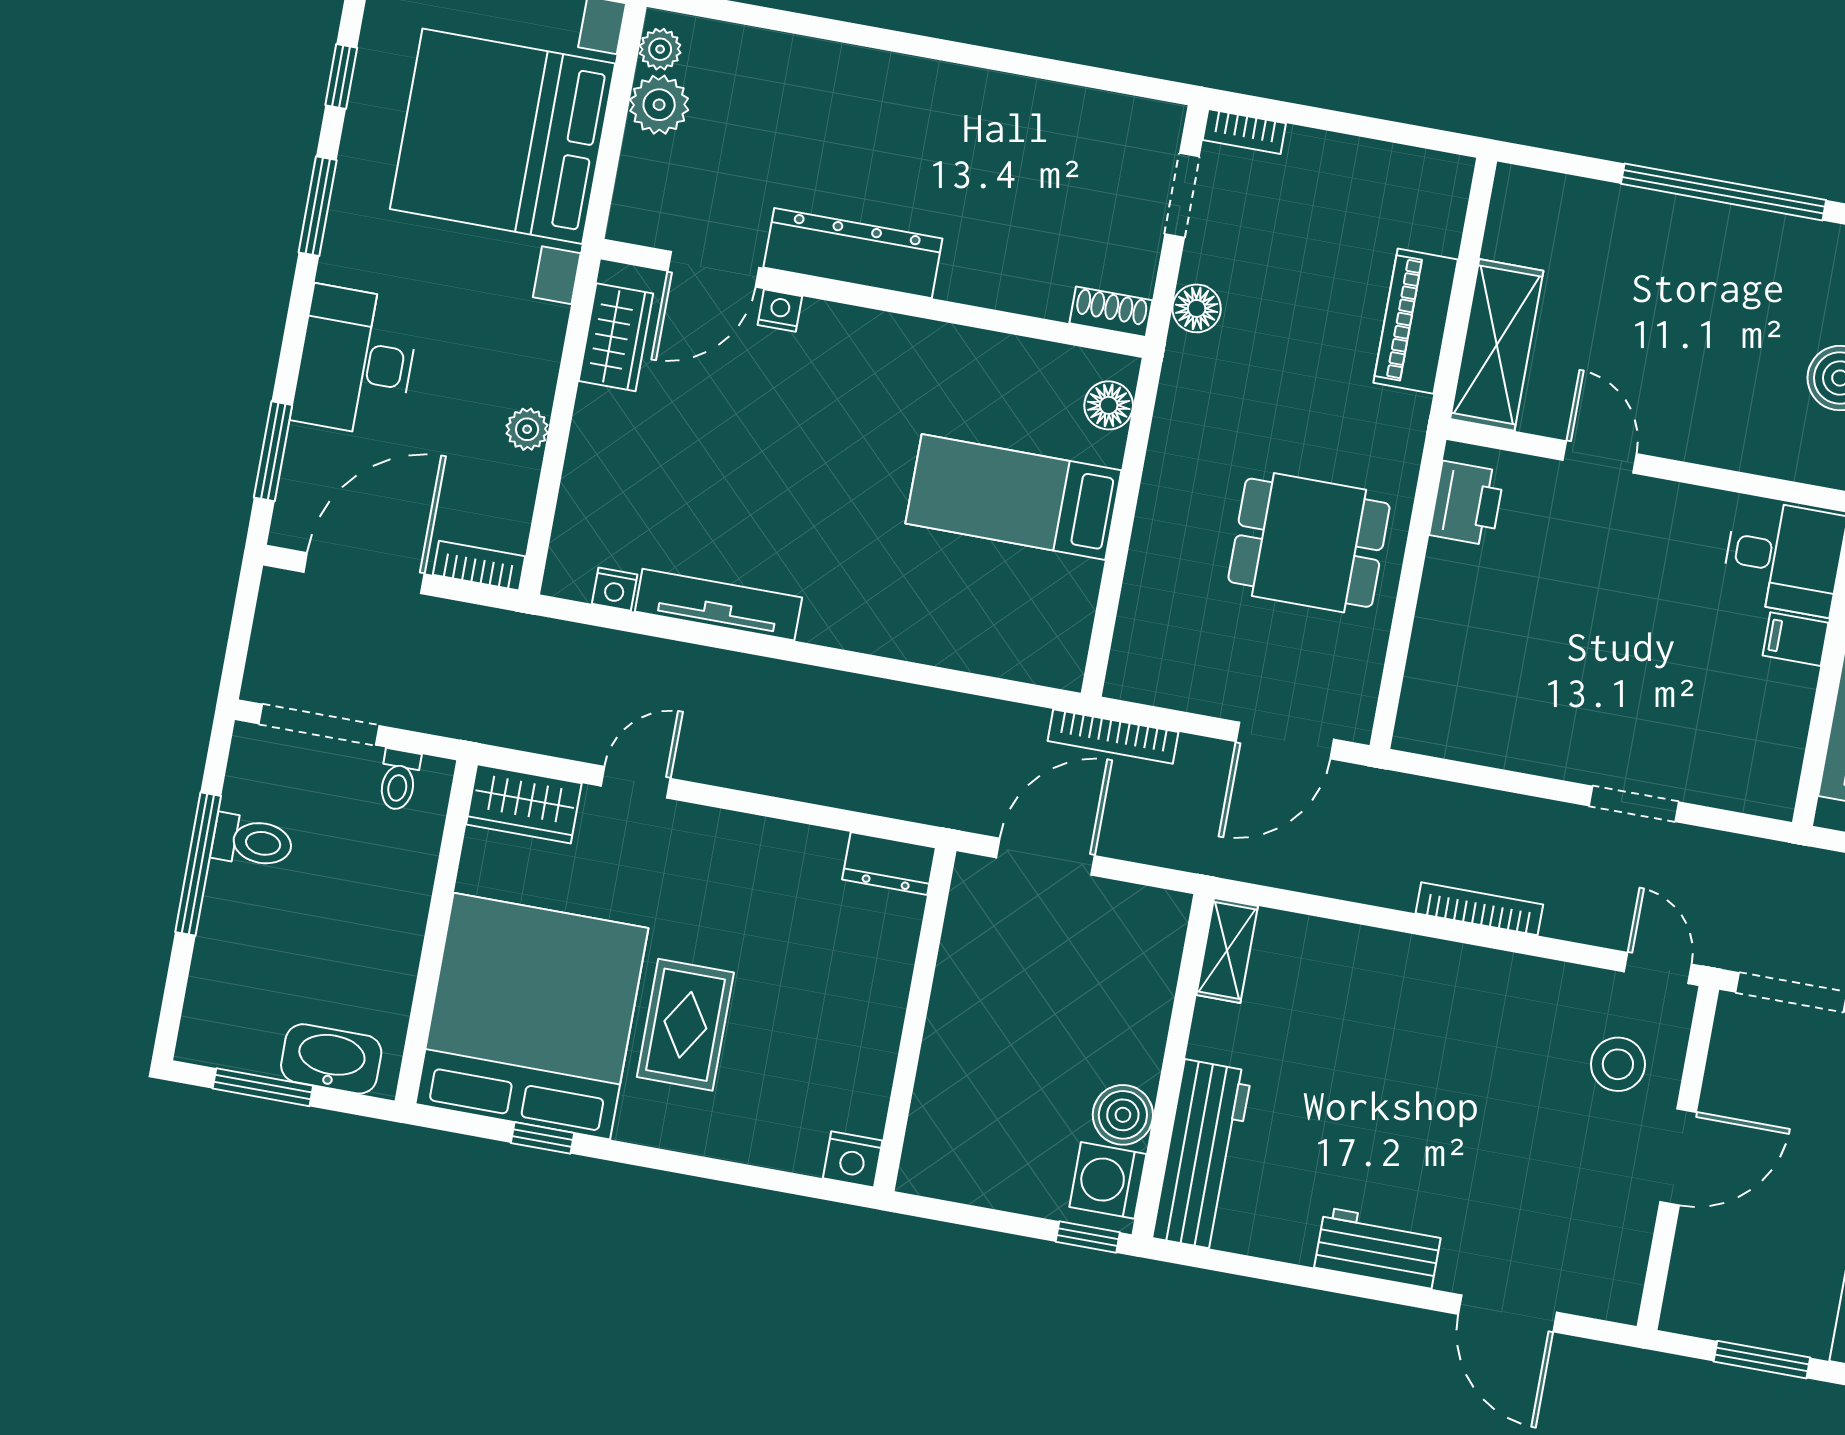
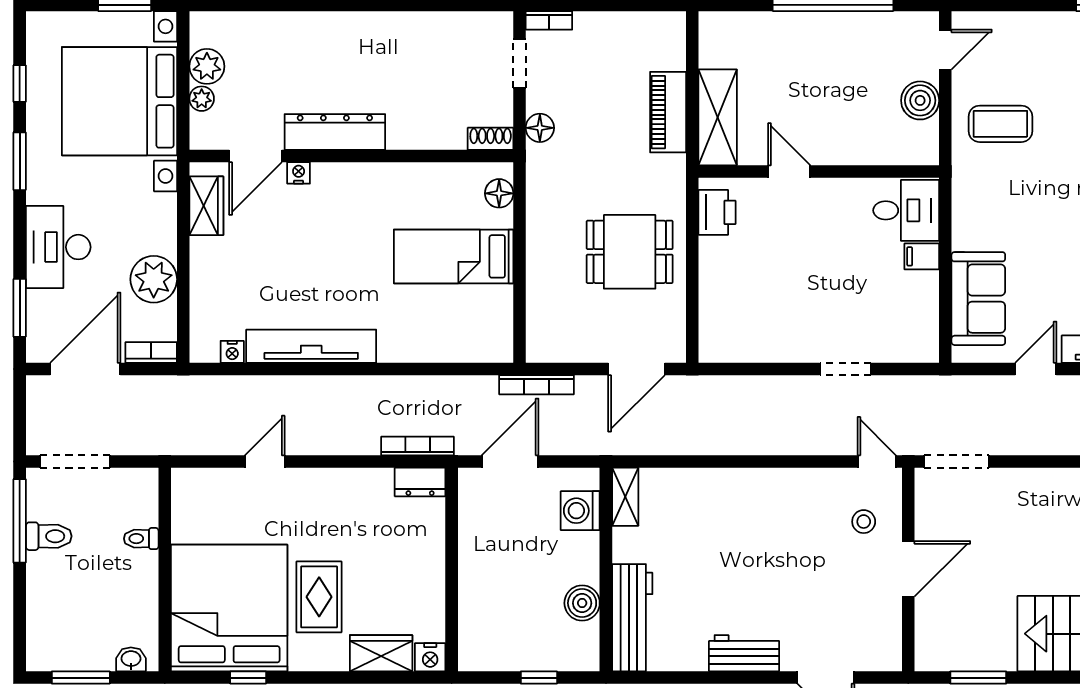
plant: (660, 49) -> (202, 99), moved
plant: (527, 429) -> (154, 279), width x1.87, depth x1.87
tv unit: (718, 605) -> (311, 346), width x1.36, depth x1.29
toilet: (399, 780) -> (141, 539), moved, turned 90
wardrobe: (524, 804) -> (381, 653), moved, turned 180
window: (198, 864) -> (20, 521), moved
bookcase: (1479, 909) -> (418, 446), moved
washbasin: (331, 1059) -> (131, 659), width x0.52, depth x0.69
stool: (1618, 1064) -> (864, 522), width x0.73, depth x0.73
washing machine: (1108, 1180) -> (580, 511), moved
window: (1088, 1237) -> (539, 678), moved

